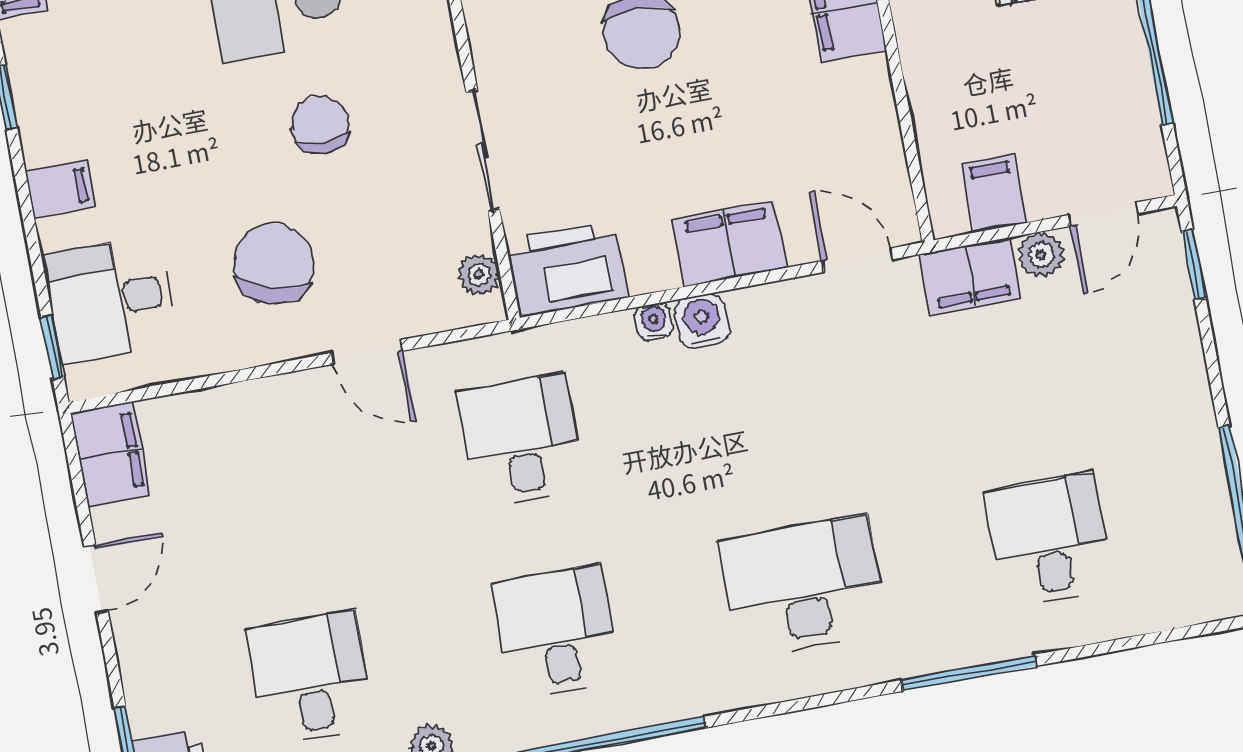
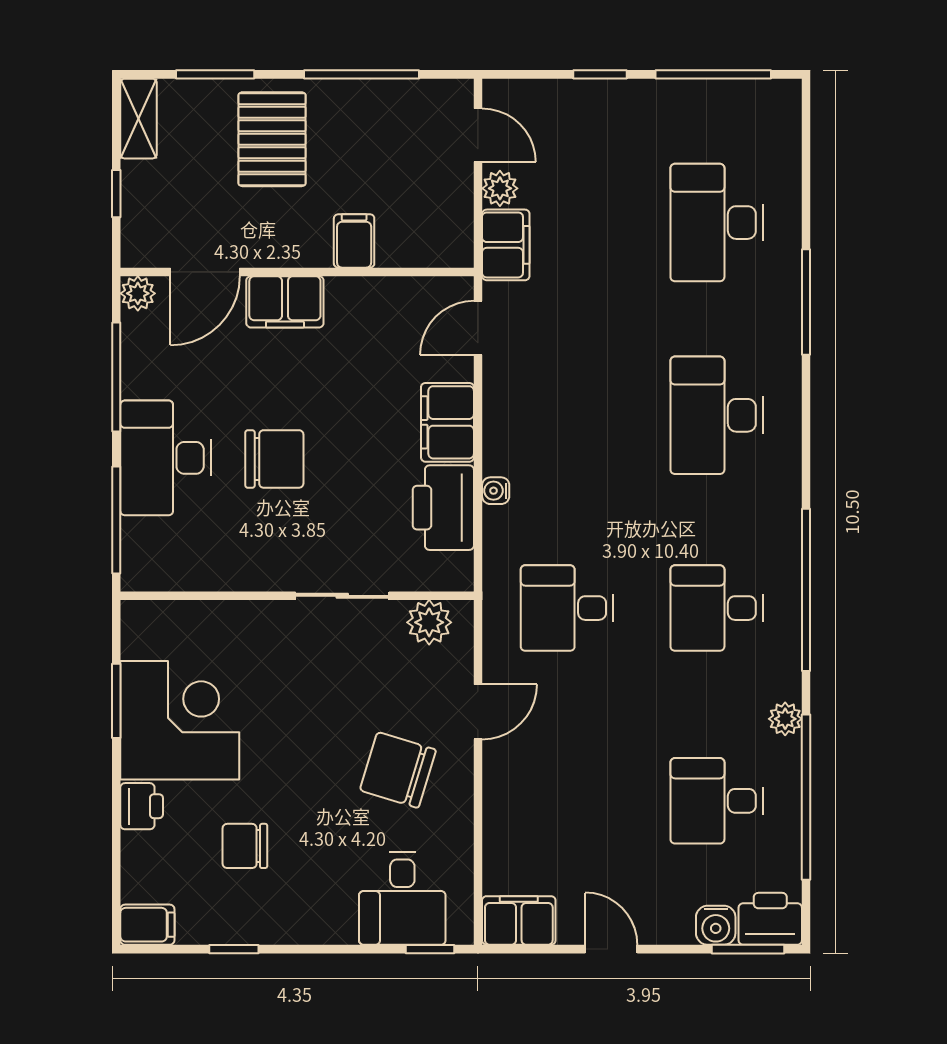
chair: (320, 125) -> (245, 846), moved
filing cabinet: (60, 189) -> (311, 921), removed
filing cabinet: (994, 193) -> (354, 241), moved, turned 90
window: (1194, 264) -> (600, 74), moved
printer: (567, 269) -> (443, 508), moved
plant: (479, 274) -> (429, 622), width x1.38, depth x1.38
water cooler: (702, 321) -> (716, 925), moved, turned -90
desk: (1049, 540) -> (717, 223), width x1.37

